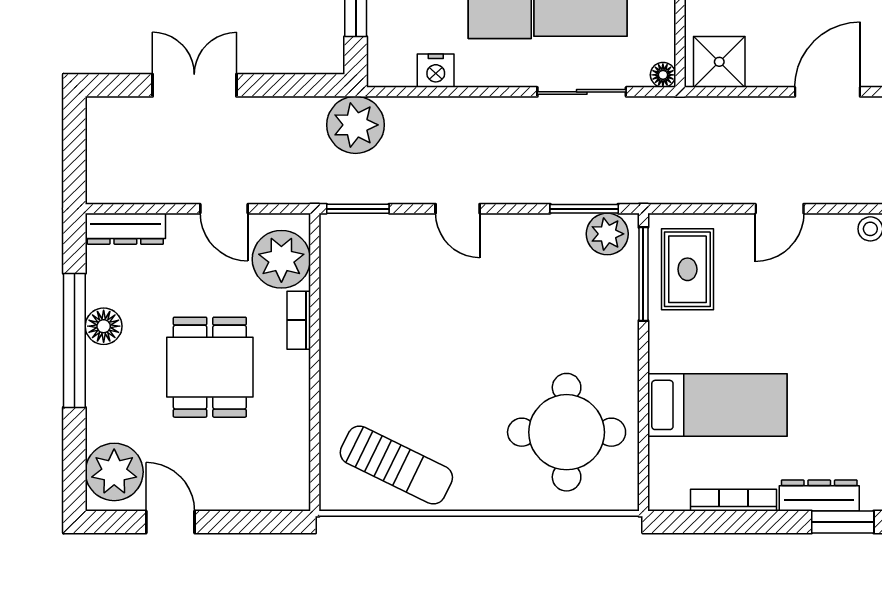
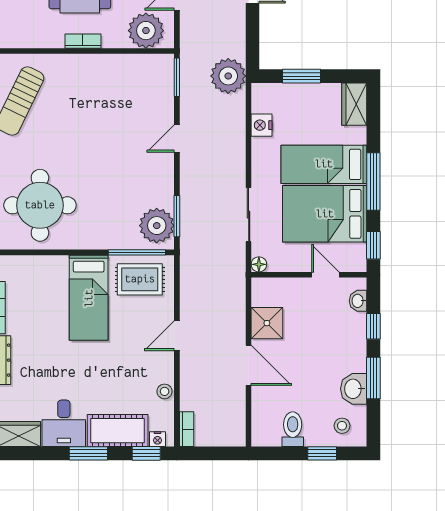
shower: (719, 62) -> (267, 323), moved
door: (780, 209) -> (177, 336), hinge flipped
plant: (607, 234) -> (157, 226), width x1.36, depth x1.36
bookcase: (299, 320) -> (83, 41), moved
bed: (717, 405) -> (89, 298), moved

